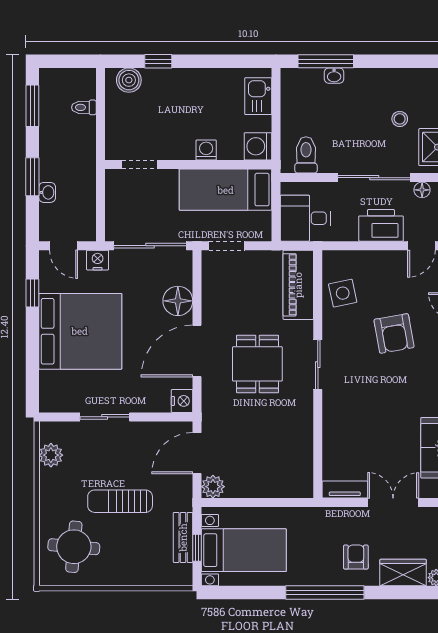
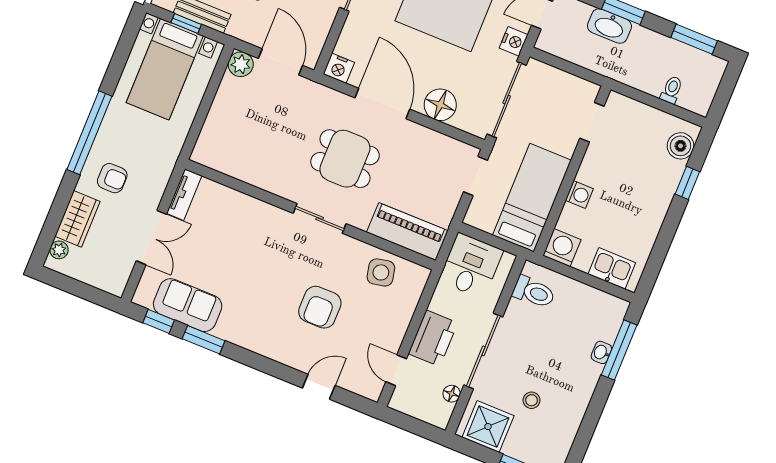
washbasin: (47, 192) -> (609, 26), width x1.91, depth x1.45
armchair: (394, 333) -> (320, 307), turned -80

